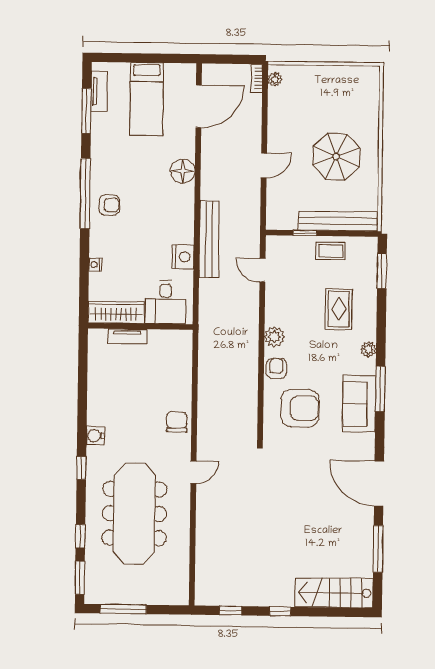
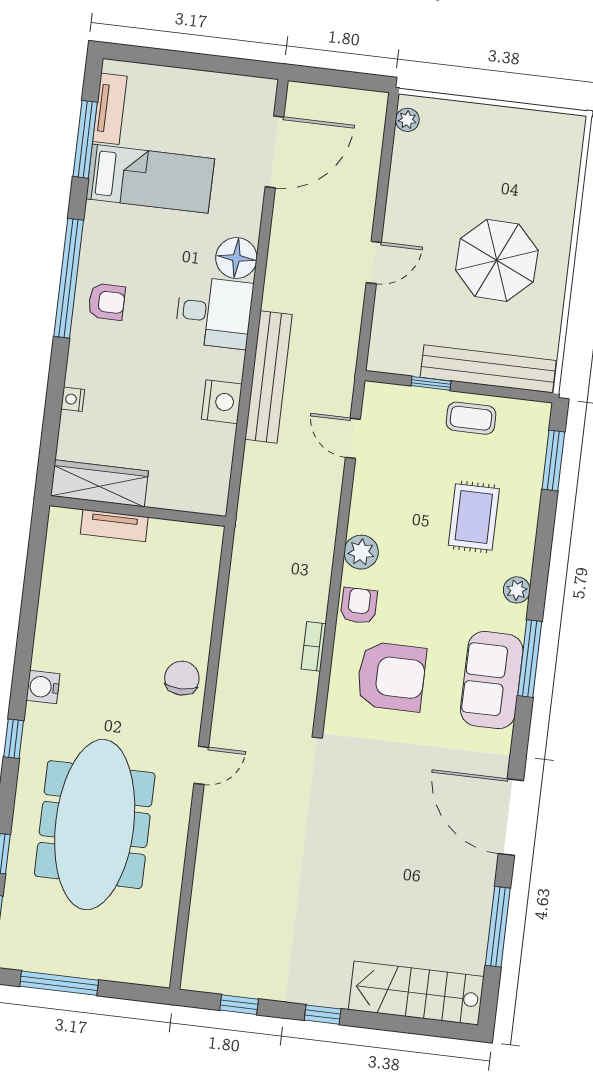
bookcase: (257, 78) -> (314, 646), moved
bed: (147, 99) -> (150, 179), moved, turned -90
desk: (165, 302) -> (214, 312), moved, turned -90

